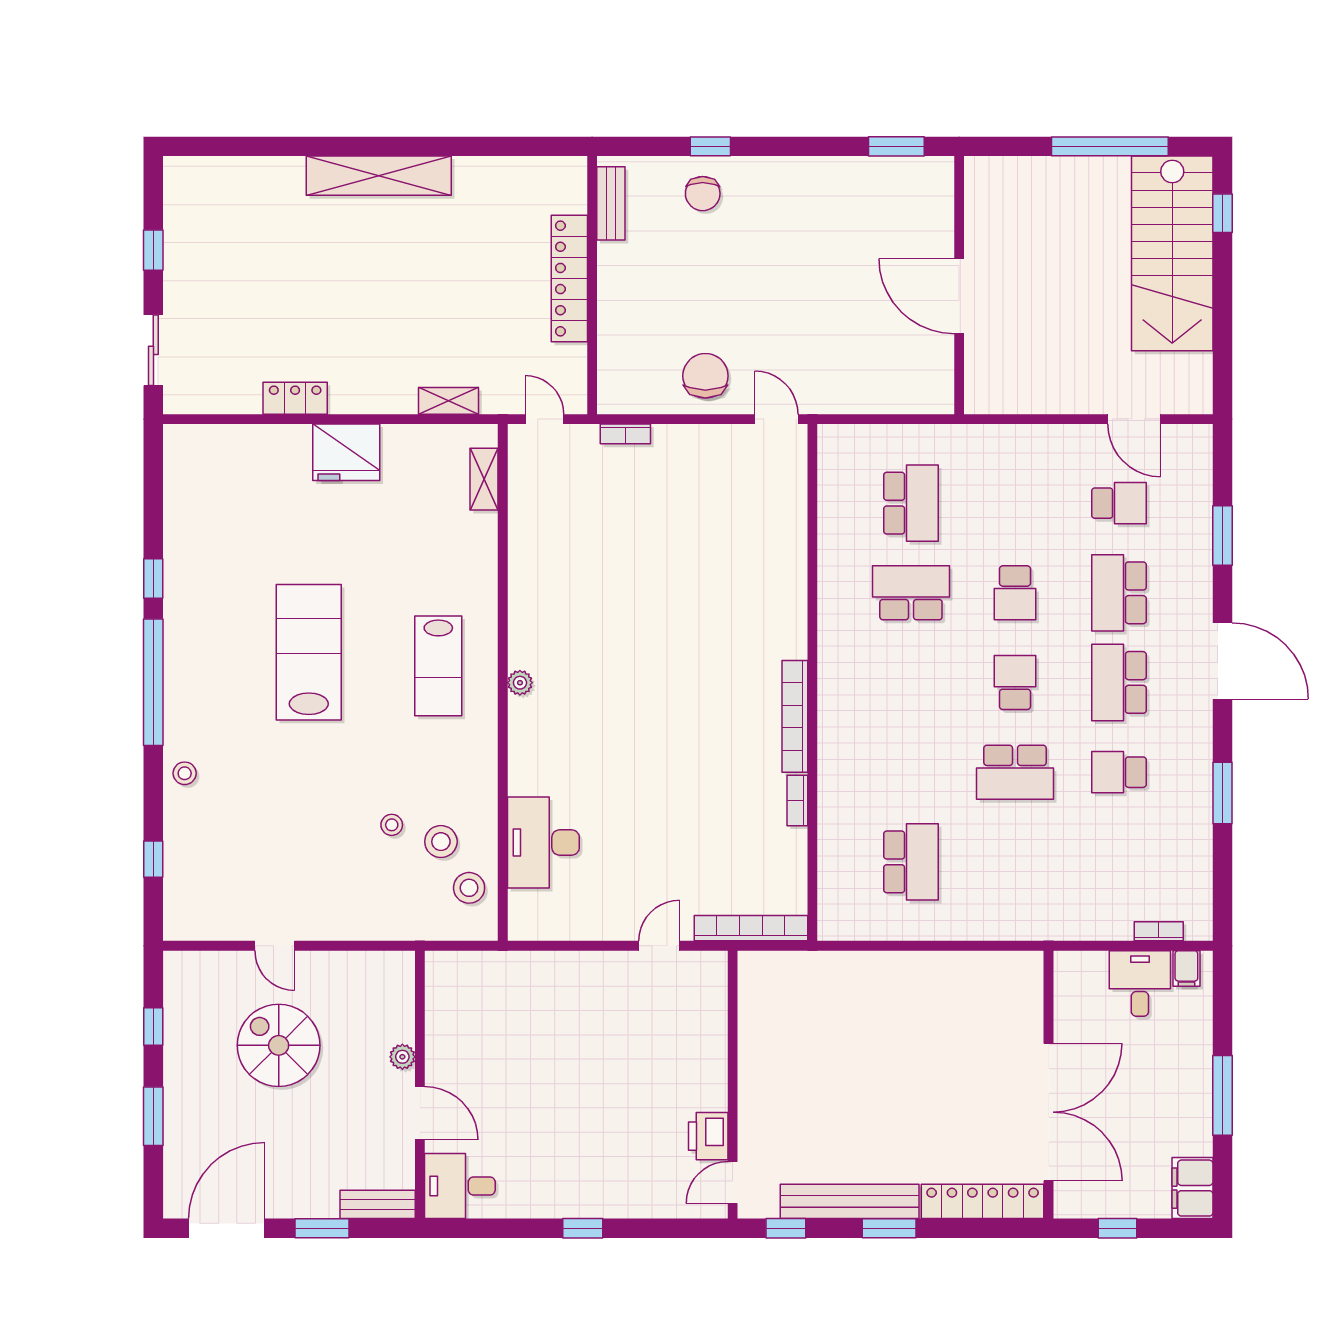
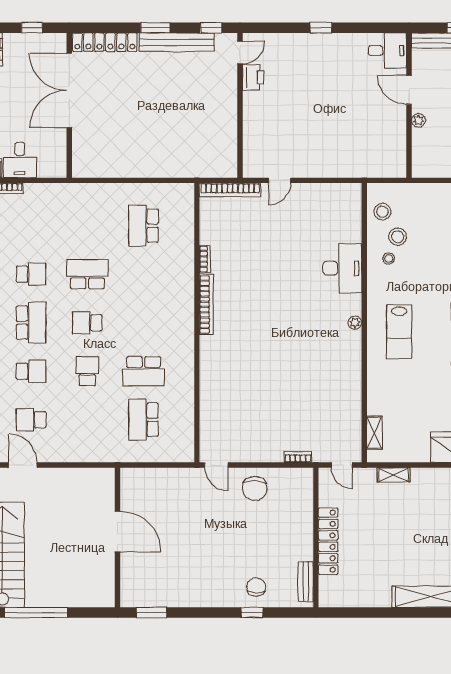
school desk: (1119, 593) -> (31, 371), width x0.54
lab bench: (438, 666) -> (399, 332), turned 180
school desk: (1015, 682) -> (87, 323), turned 90
stool: (392, 825) -> (389, 259), moved
desk: (543, 842) -> (342, 268), moved

